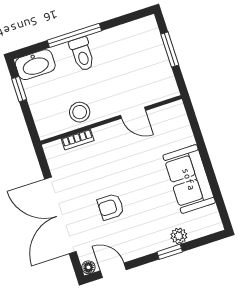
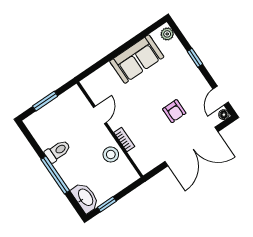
toilet: (82, 54) -> (58, 151), moved
bookcase: (78, 139) -> (124, 140), moved
plant: (179, 236) -> (167, 34), moved

